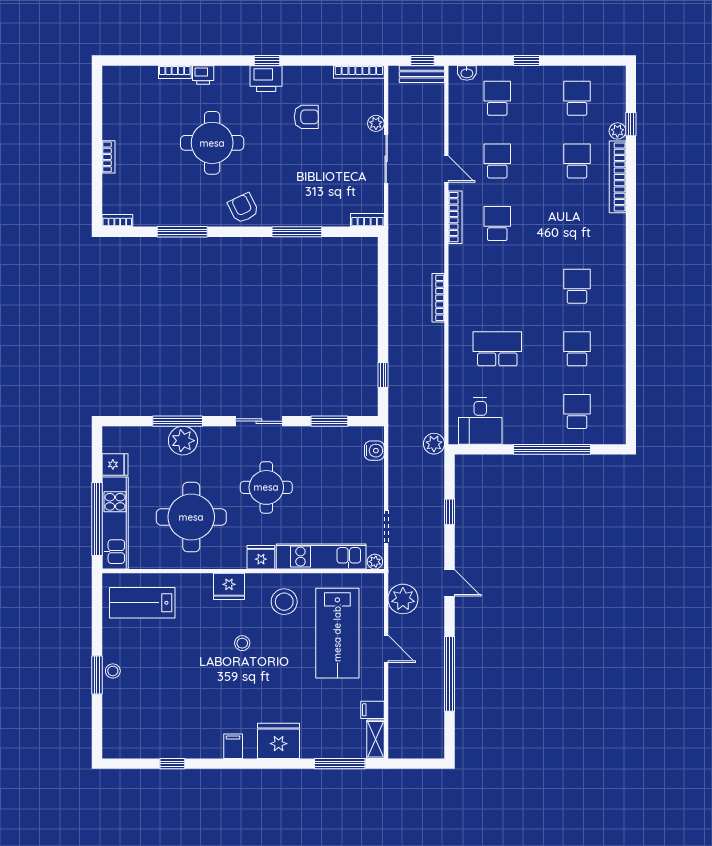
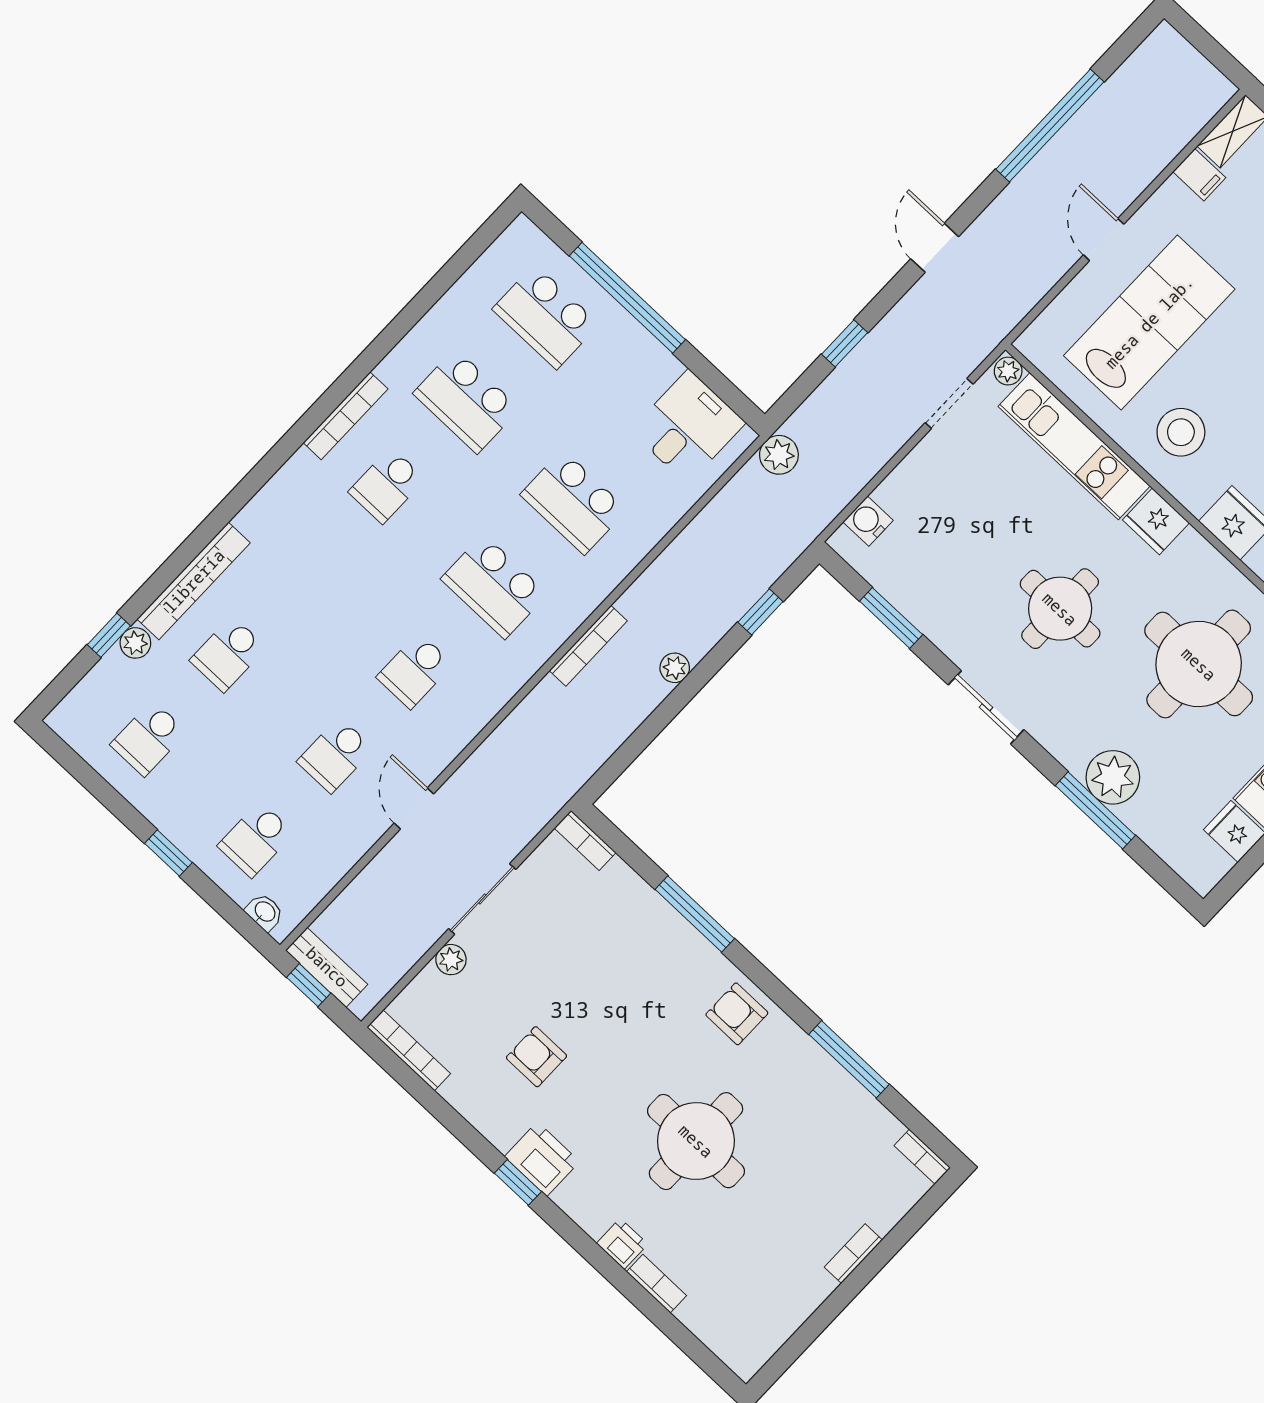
armchair: (243, 208) -> (737, 1014), turned 116
bookcase: (455, 217) -> (346, 416), moved, turned 180
school desk: (497, 286) -> (494, 586), added
school desk: (577, 349) -> (466, 401), width x1.85
school desk: (577, 412) -> (546, 317), width x1.85
plant: (403, 599) -> (675, 668), moved, width x0.53, depth x0.53

